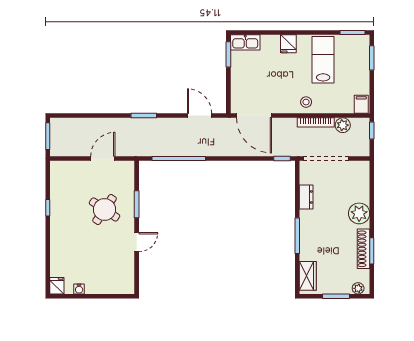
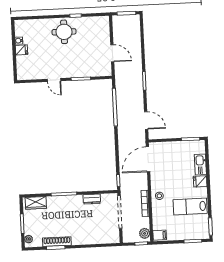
kitchen sink: (245, 42) -> (200, 165), moved
lab bench: (323, 60) -> (190, 206), turned 180
door: (200, 116) -> (146, 120), hinge flipped
plant: (343, 125) -> (145, 233), moved
round table: (105, 209) -> (64, 32), moved, turned -34
plant: (359, 213) -> (82, 237), removed
fridge: (57, 286) -> (21, 50), moved

